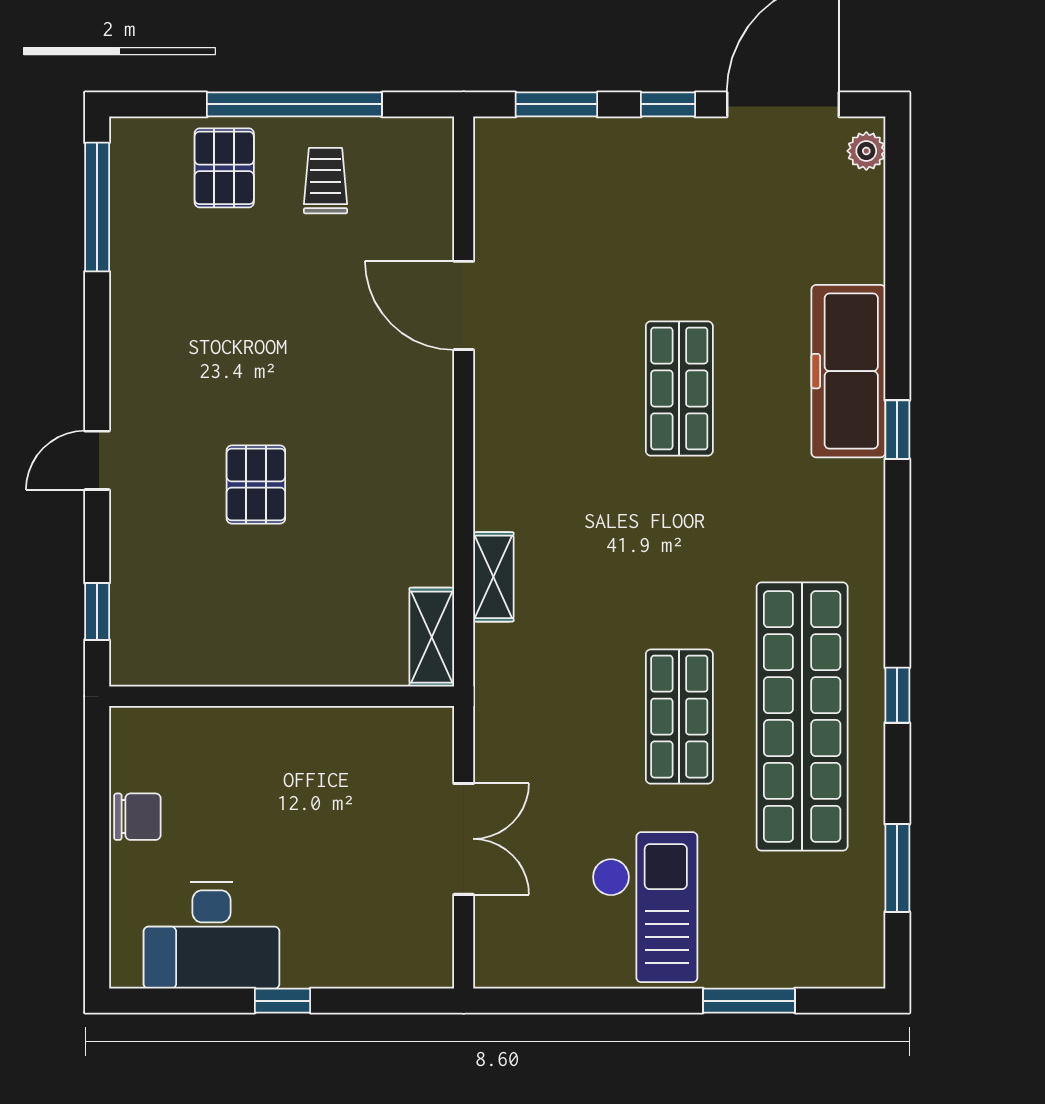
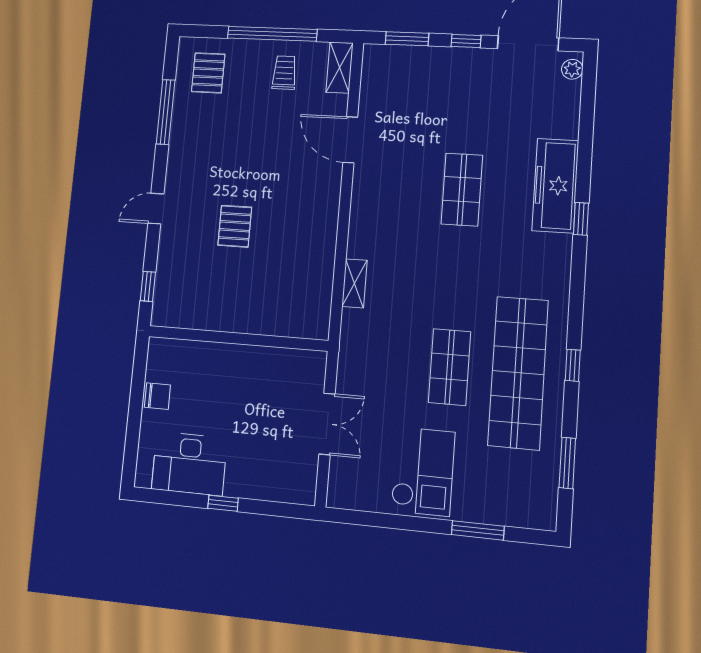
pallet: (224, 168) -> (208, 73), moved
window: (97, 207) -> (166, 112), moved
shelving: (432, 637) -> (340, 68), moved

